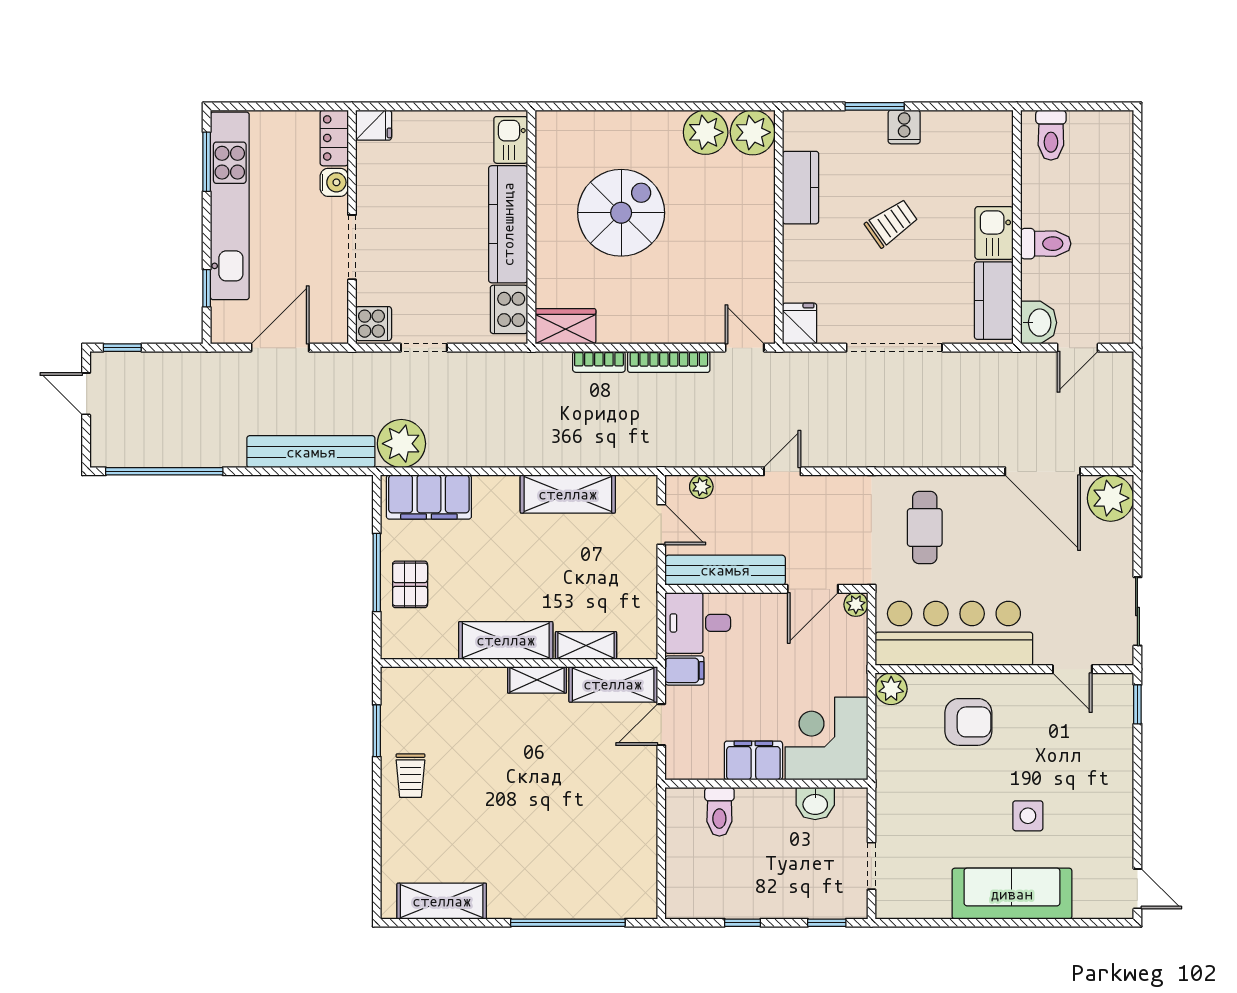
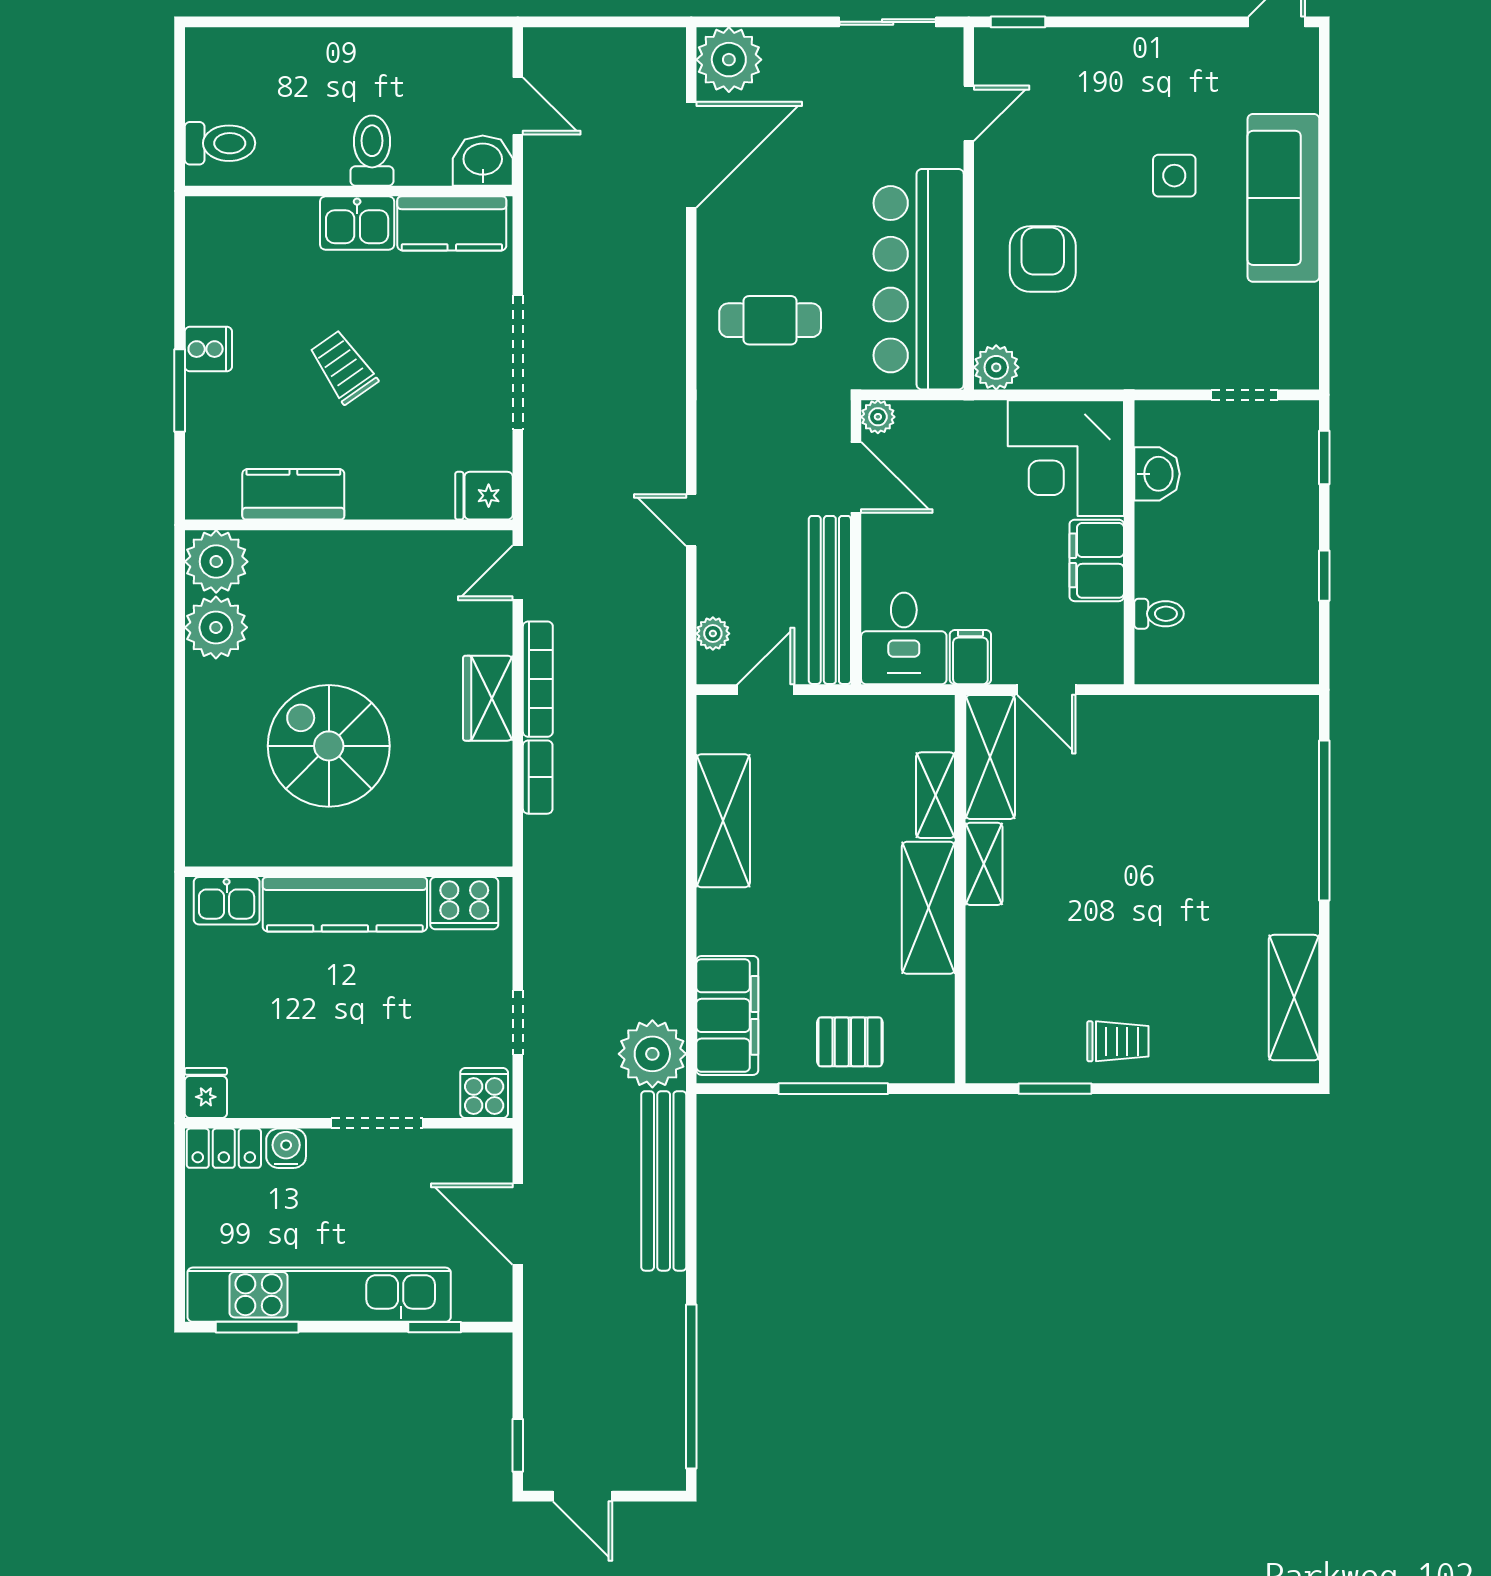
wardrobe: (565, 326) -> (488, 698), moved
door: (86, 394) -> (583, 1496), hinge flipped
toilet: (719, 812) -> (1159, 614), width x0.73, depth x0.72

